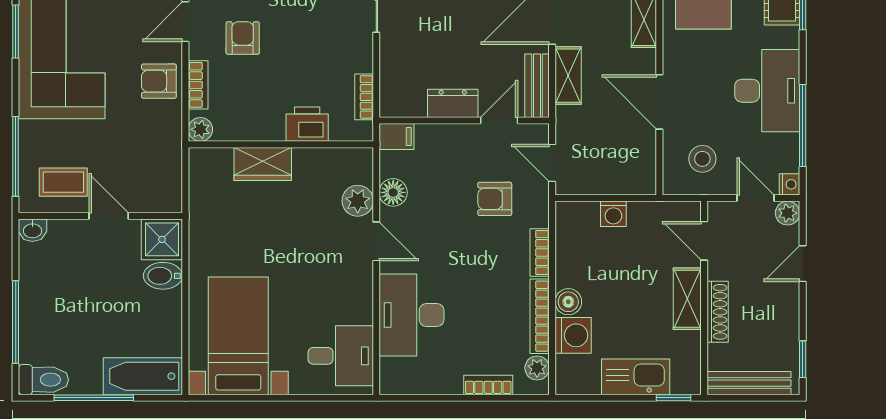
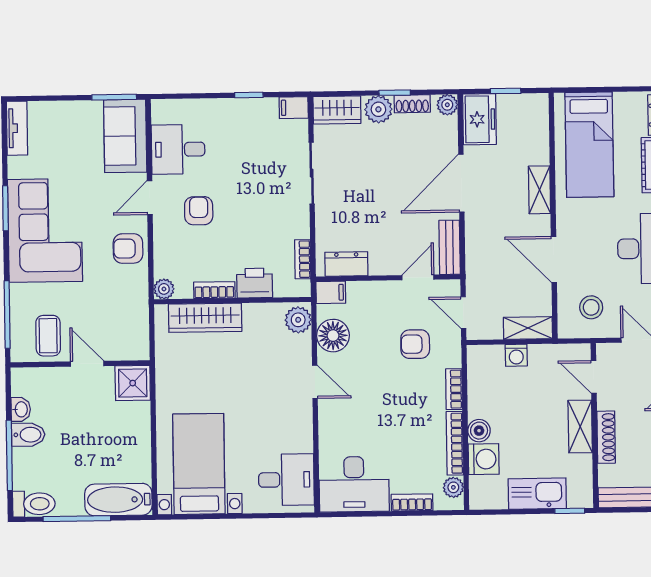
shelving: (568, 76) -> (528, 328), moved, turned 90
bookcase: (198, 85) -> (214, 290), moved, turned -90
dresser: (453, 103) -> (346, 264), moved
wardrobe: (263, 164) -> (205, 318), width x1.50
coffee table: (63, 182) -> (48, 336), turned 90
floor lamp: (393, 192) -> (333, 336), width x1.38, depth x1.38
plant: (358, 201) -> (298, 320), moved
washbasin: (32, 230) -> (21, 409), moved, turned -90
bidet: (163, 276) -> (28, 435), moved, turned 180
desk: (412, 315) -> (354, 484), moved, turned -90

